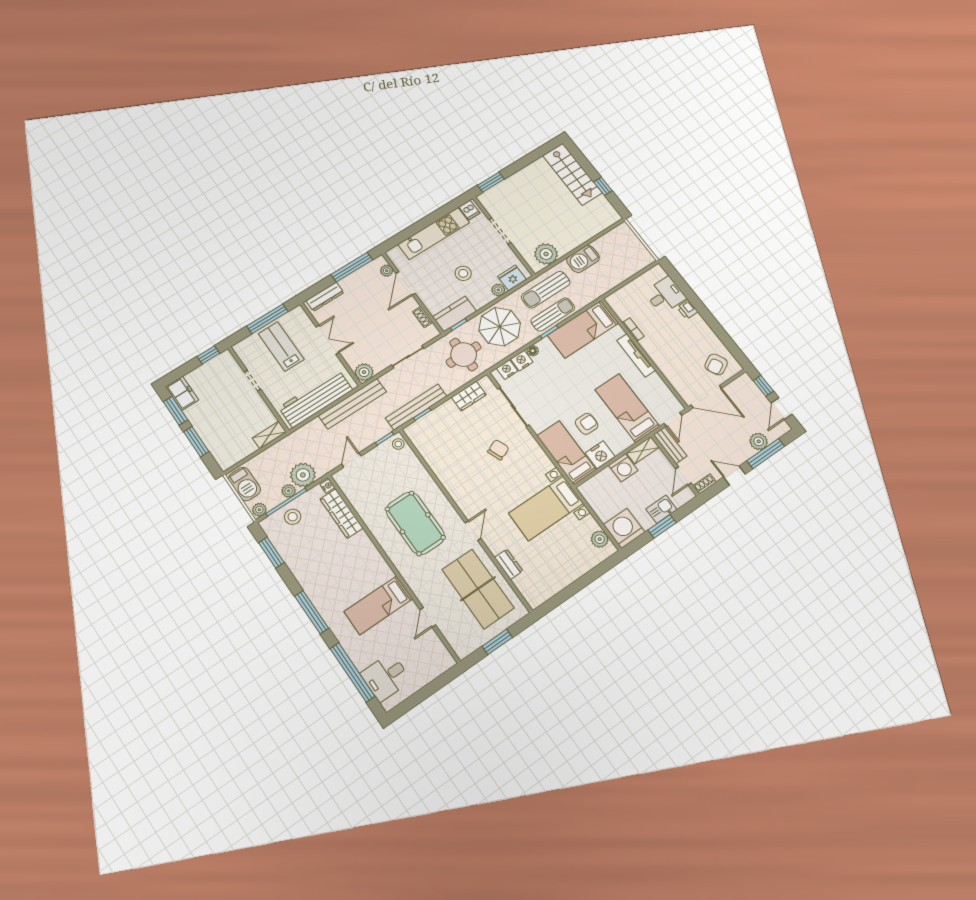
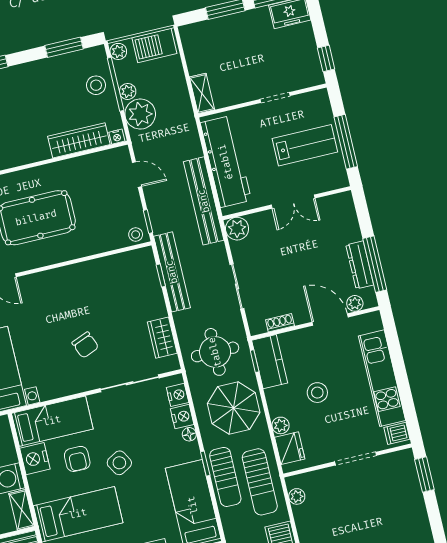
plant: (546, 254) -> (297, 496), width x0.53, depth x0.53
sun lounger: (546, 290) -> (260, 482), turned 180
dresser: (325, 297) -> (360, 265), moved
side table: (576, 392) -> (119, 463), added

